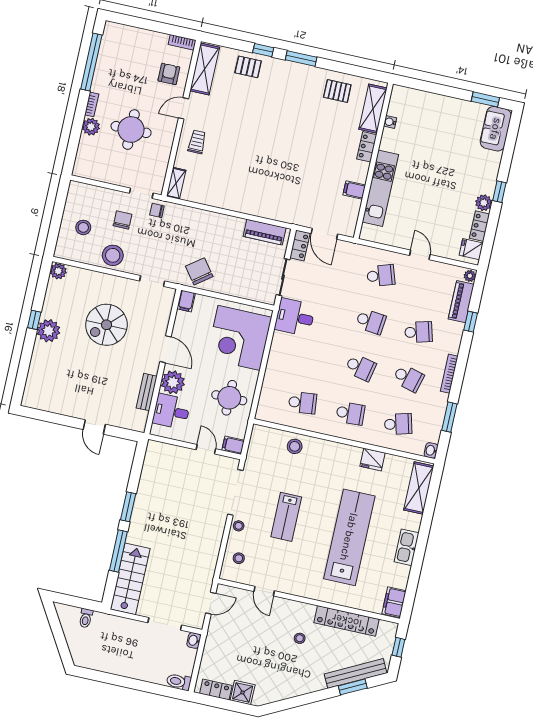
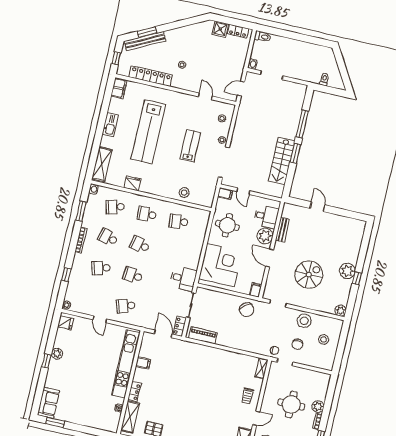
kitchen unit: (380, 188) -> (126, 364), width x1.36
locker: (480, 226) -> (60, 338), removed
piano: (461, 302) -> (73, 288), removed
stairs: (130, 579) -> (282, 161), moved

